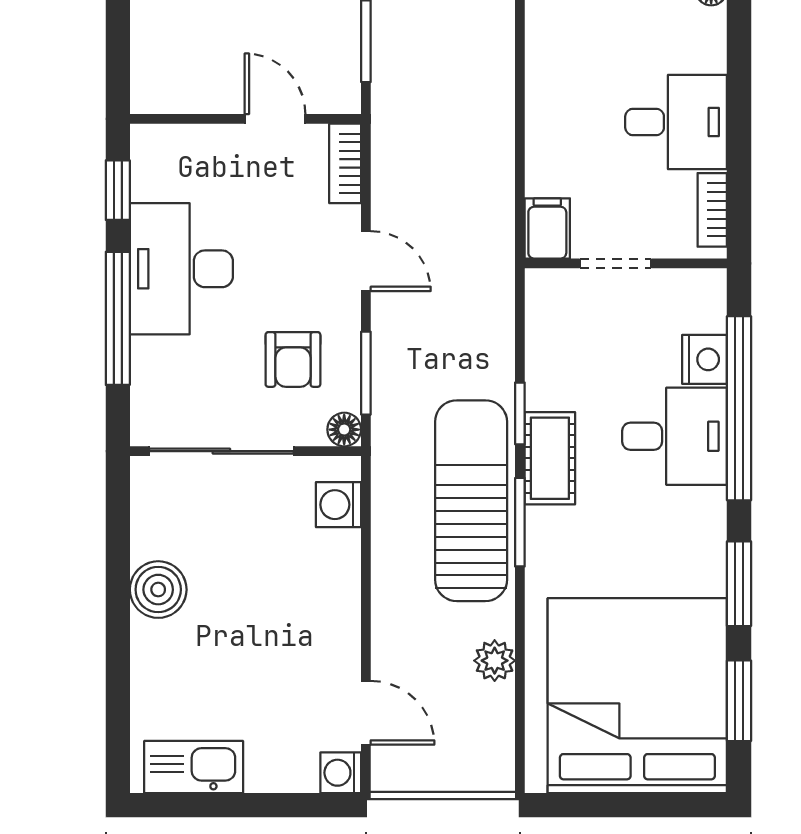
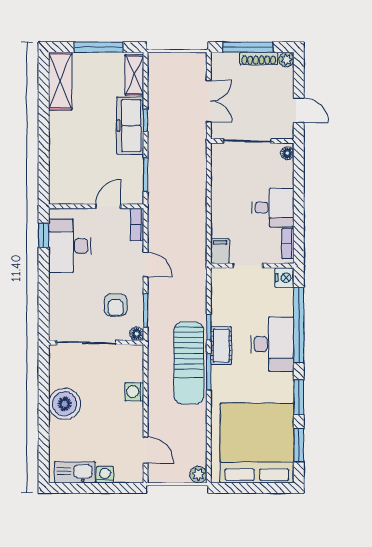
door: (275, 119) -> (108, 206), hinge flipped
desk: (181, 269) -> (70, 246), moved
window: (118, 318) -> (44, 288), removed
nightstand: (705, 359) -> (285, 278), moved
desk: (675, 436) -> (272, 344), width x1.37
sun lounger: (471, 501) -> (189, 363), turned 180
washing machine: (338, 505) -> (134, 392), moved
boiler: (158, 590) -> (65, 404), width x1.37, depth x1.37
plant: (495, 661) -> (198, 475), moved
washing machine: (341, 773) -> (105, 475), moved, turned 90

